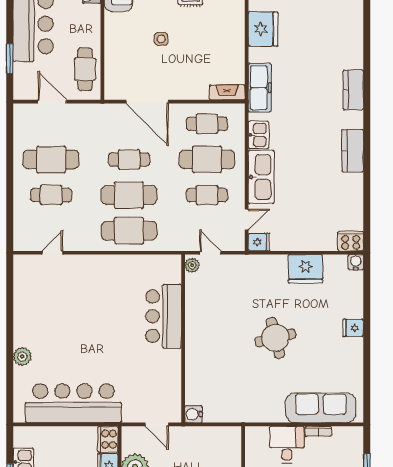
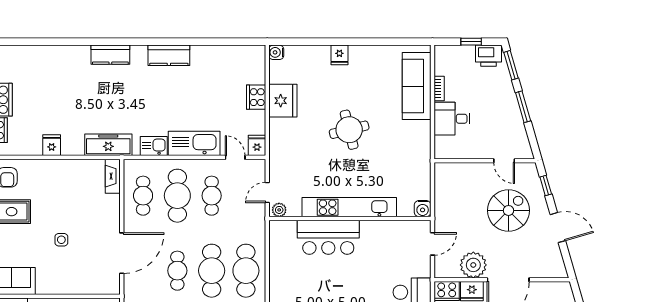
fridge: (263, 29) -> (52, 145), width x0.53, depth x0.75
cooker: (351, 241) -> (256, 97), moved
kitchen unit: (195, 338) -> (349, 207), added

